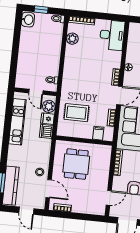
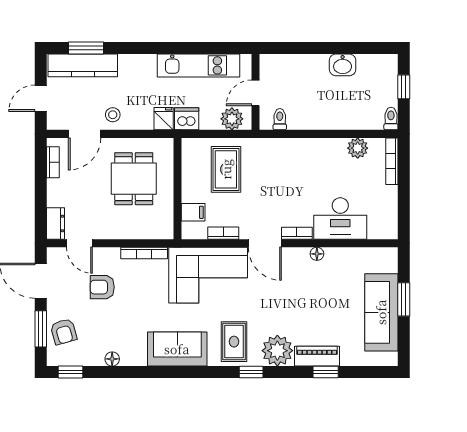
washbasin: (28, 20) -> (343, 65), moved
desk: (112, 35) -> (340, 218), moved
fridge: (47, 119) -> (164, 119), moved
dining table: (76, 164) -> (134, 179), turned 90
dresser: (96, 210) -> (56, 223), added

